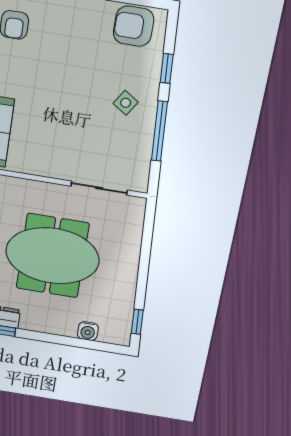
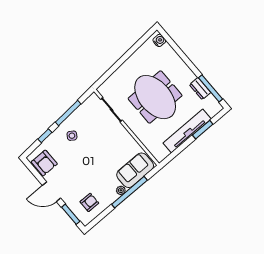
window: (137, 322) -> (144, 38), removed
water cooler: (88, 331) -> (159, 40), moved

